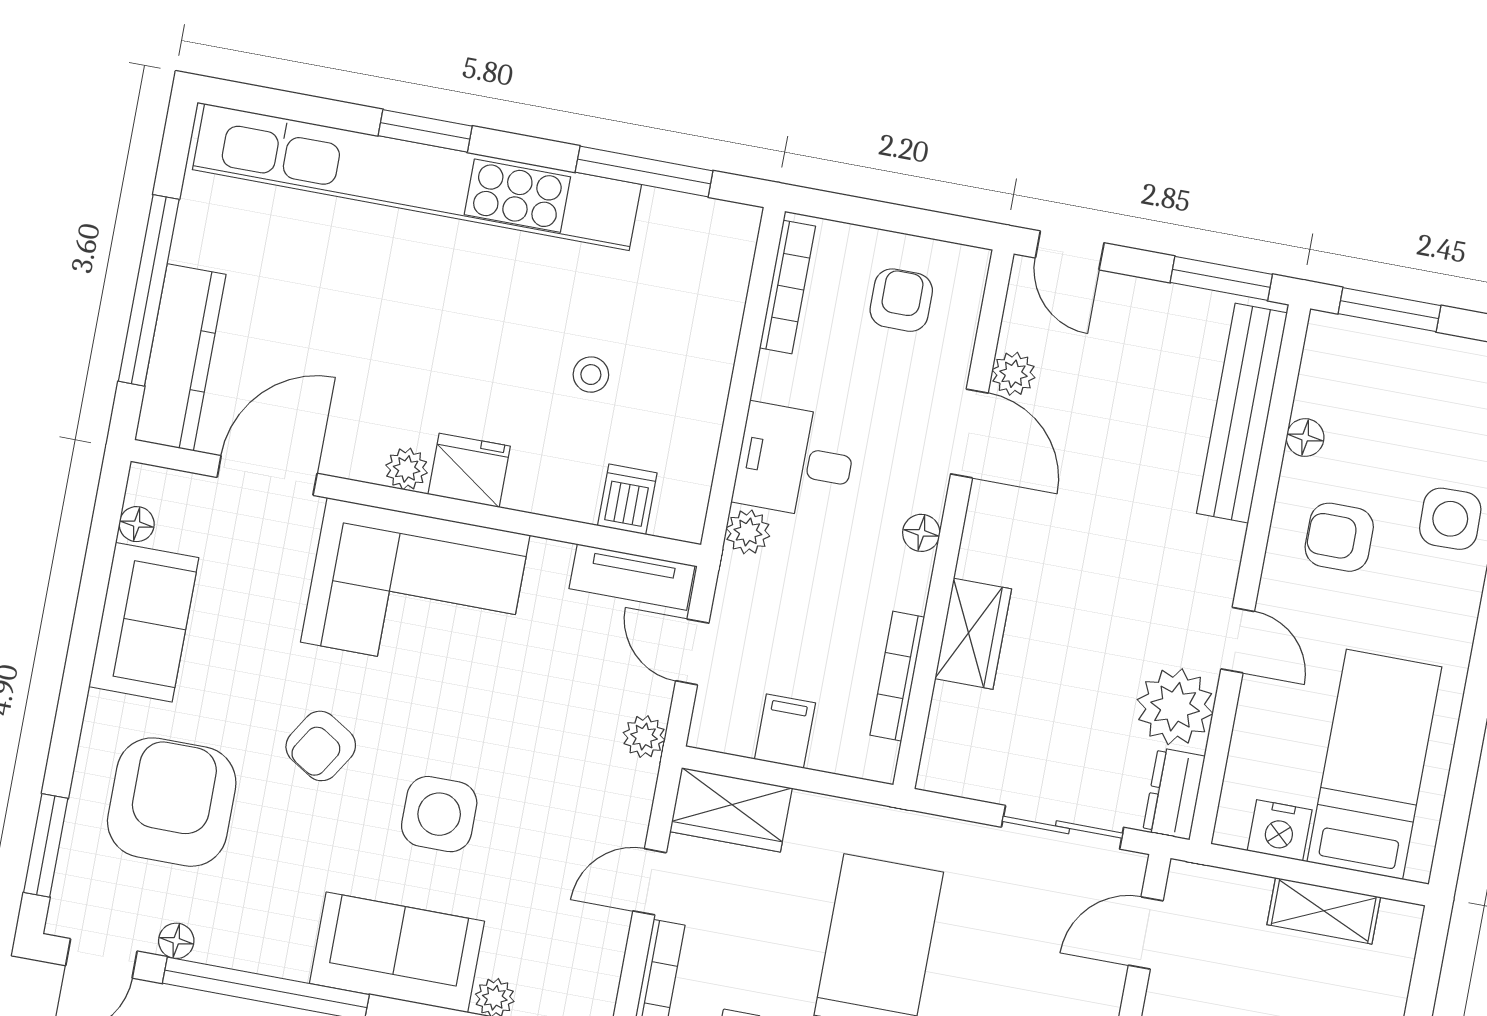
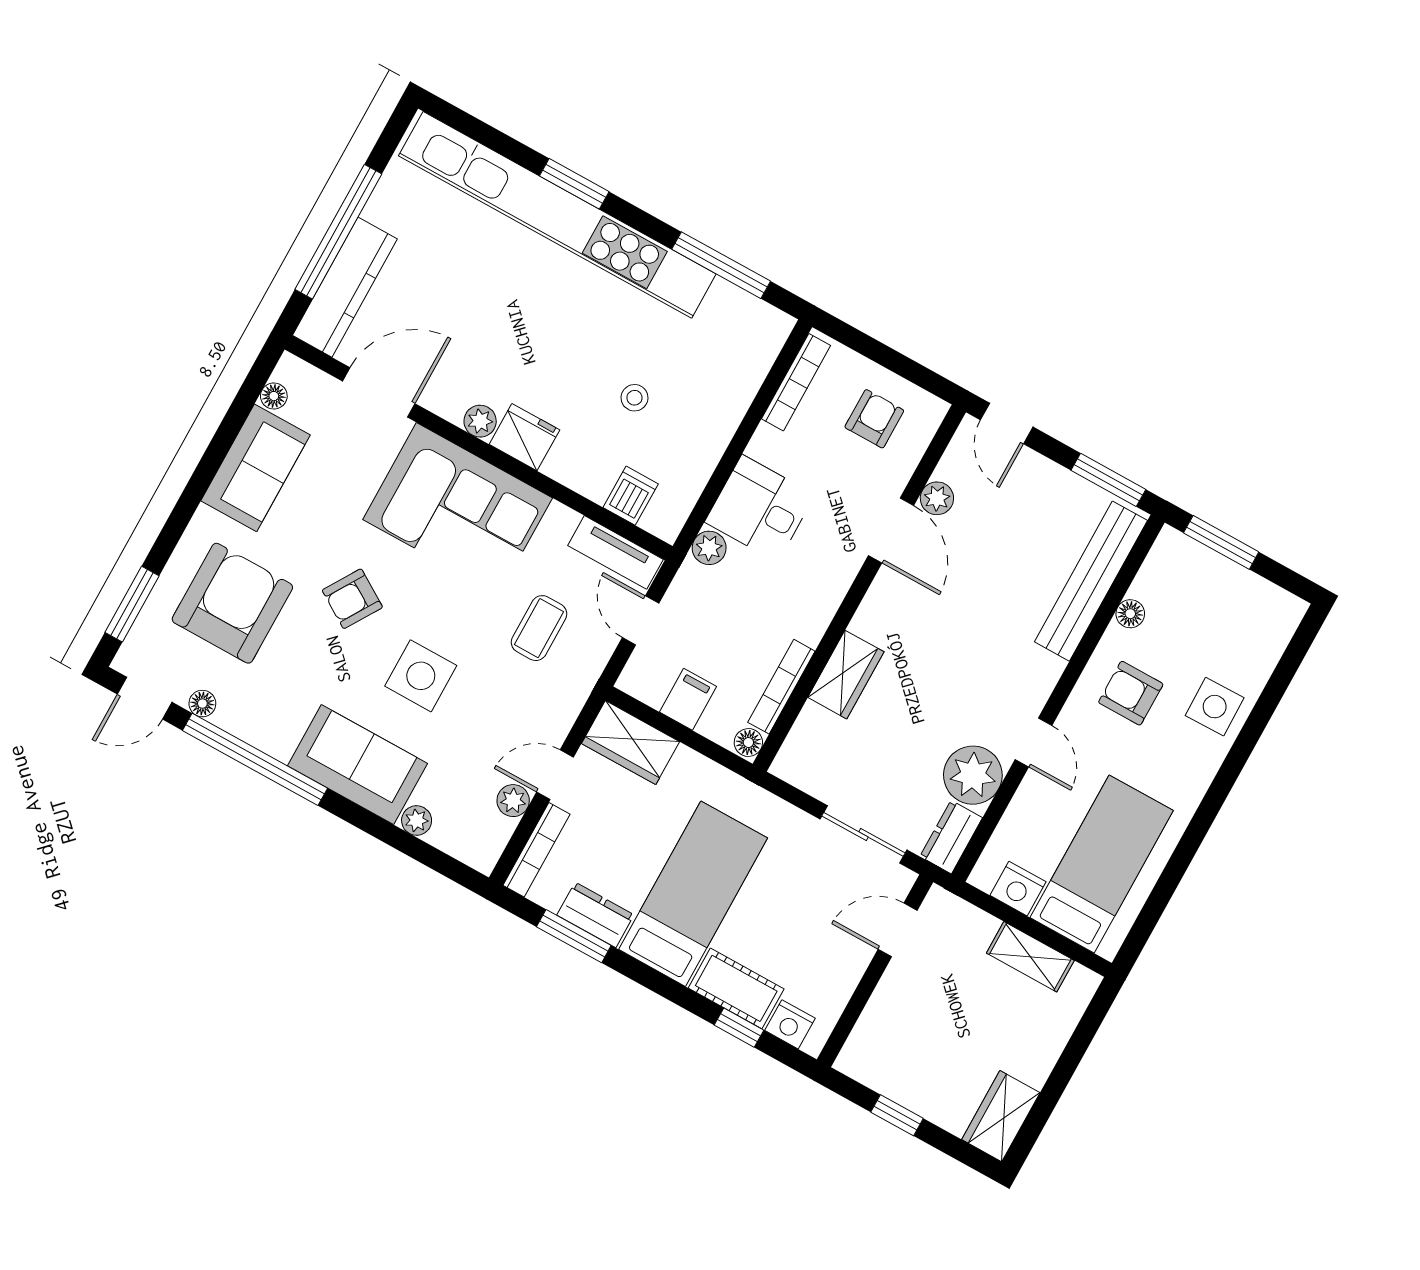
floor lamp: (921, 533) -> (748, 742), moved
coffee table: (568, 704) -> (539, 628), added
plant: (644, 737) -> (513, 801), moved

